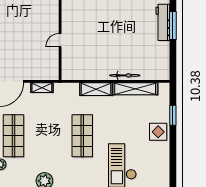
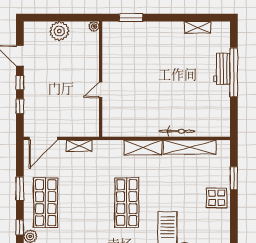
workbench: (163, 22) -> (222, 69), width x0.73
window: (173, 25) -> (234, 72), width x1.46

